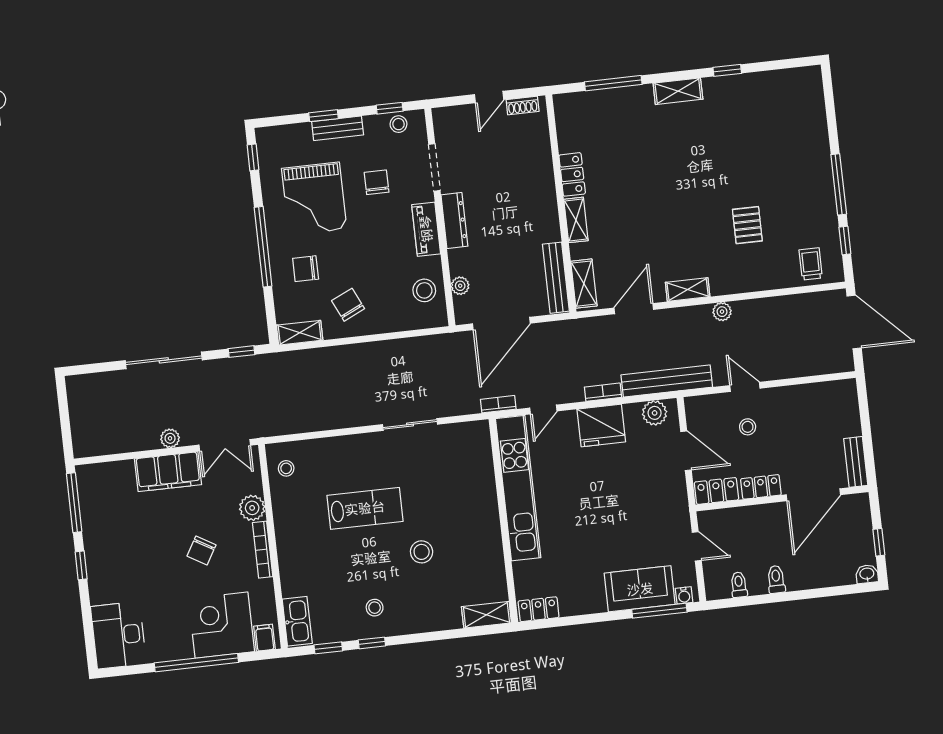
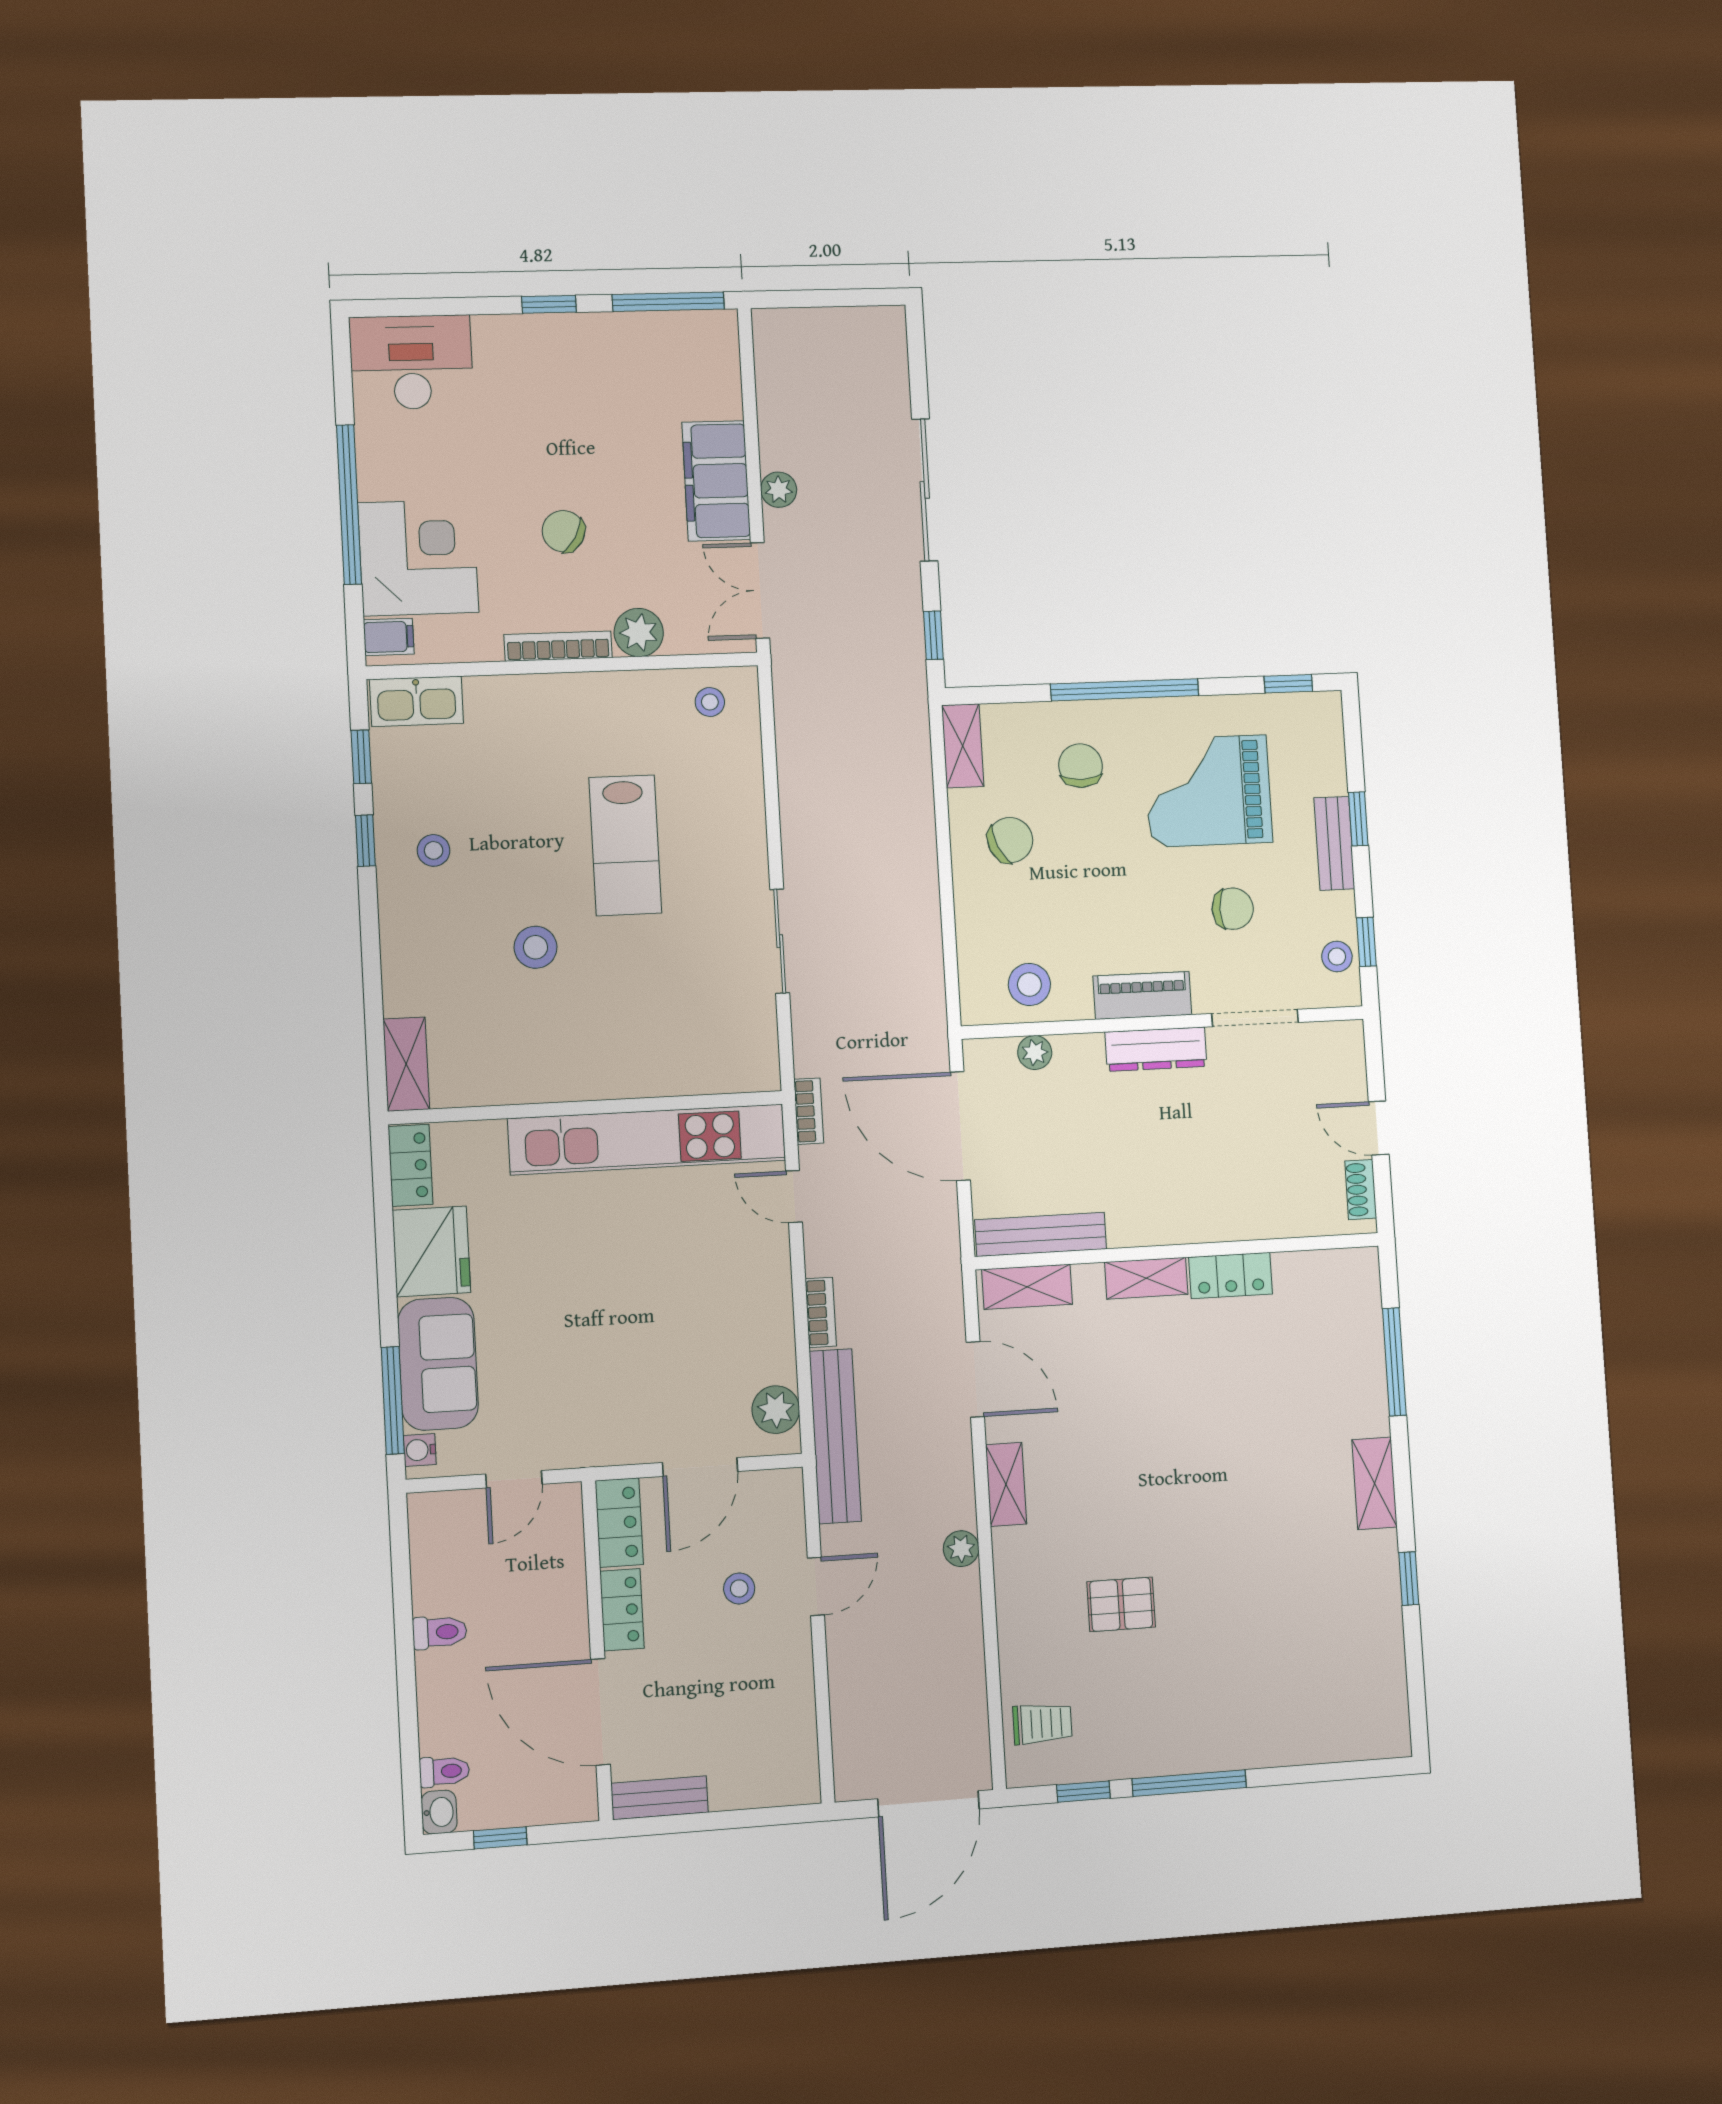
fridge: (601, 426) -> (431, 1251), moved, turned 180
toilet: (739, 585) -> (444, 1771), moved

